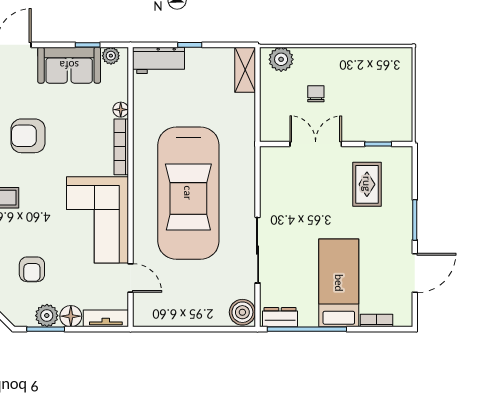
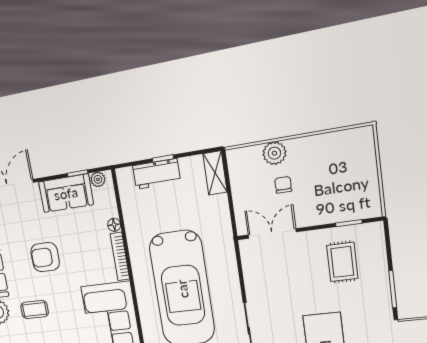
plant: (281, 59) -> (274, 153), moved
workbench: (158, 60) -> (156, 174), moved
double door: (316, 144) -> (272, 233), moved

